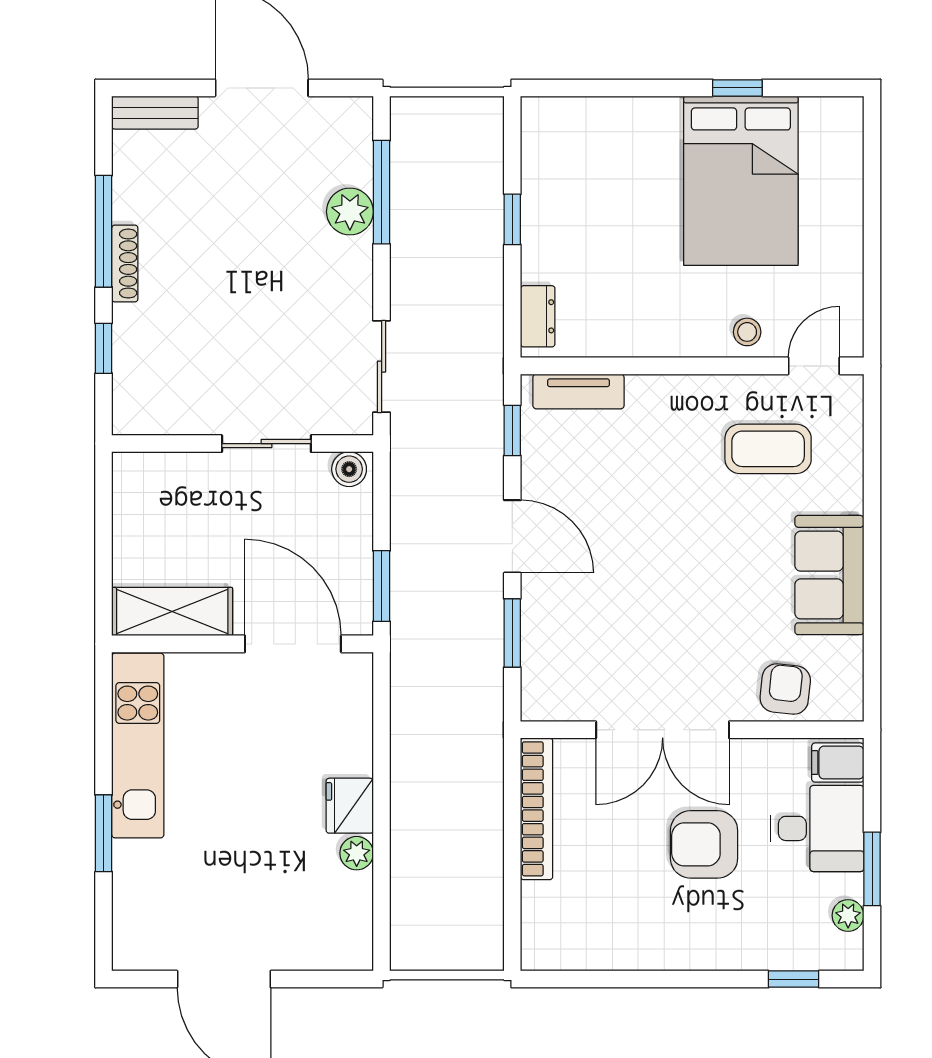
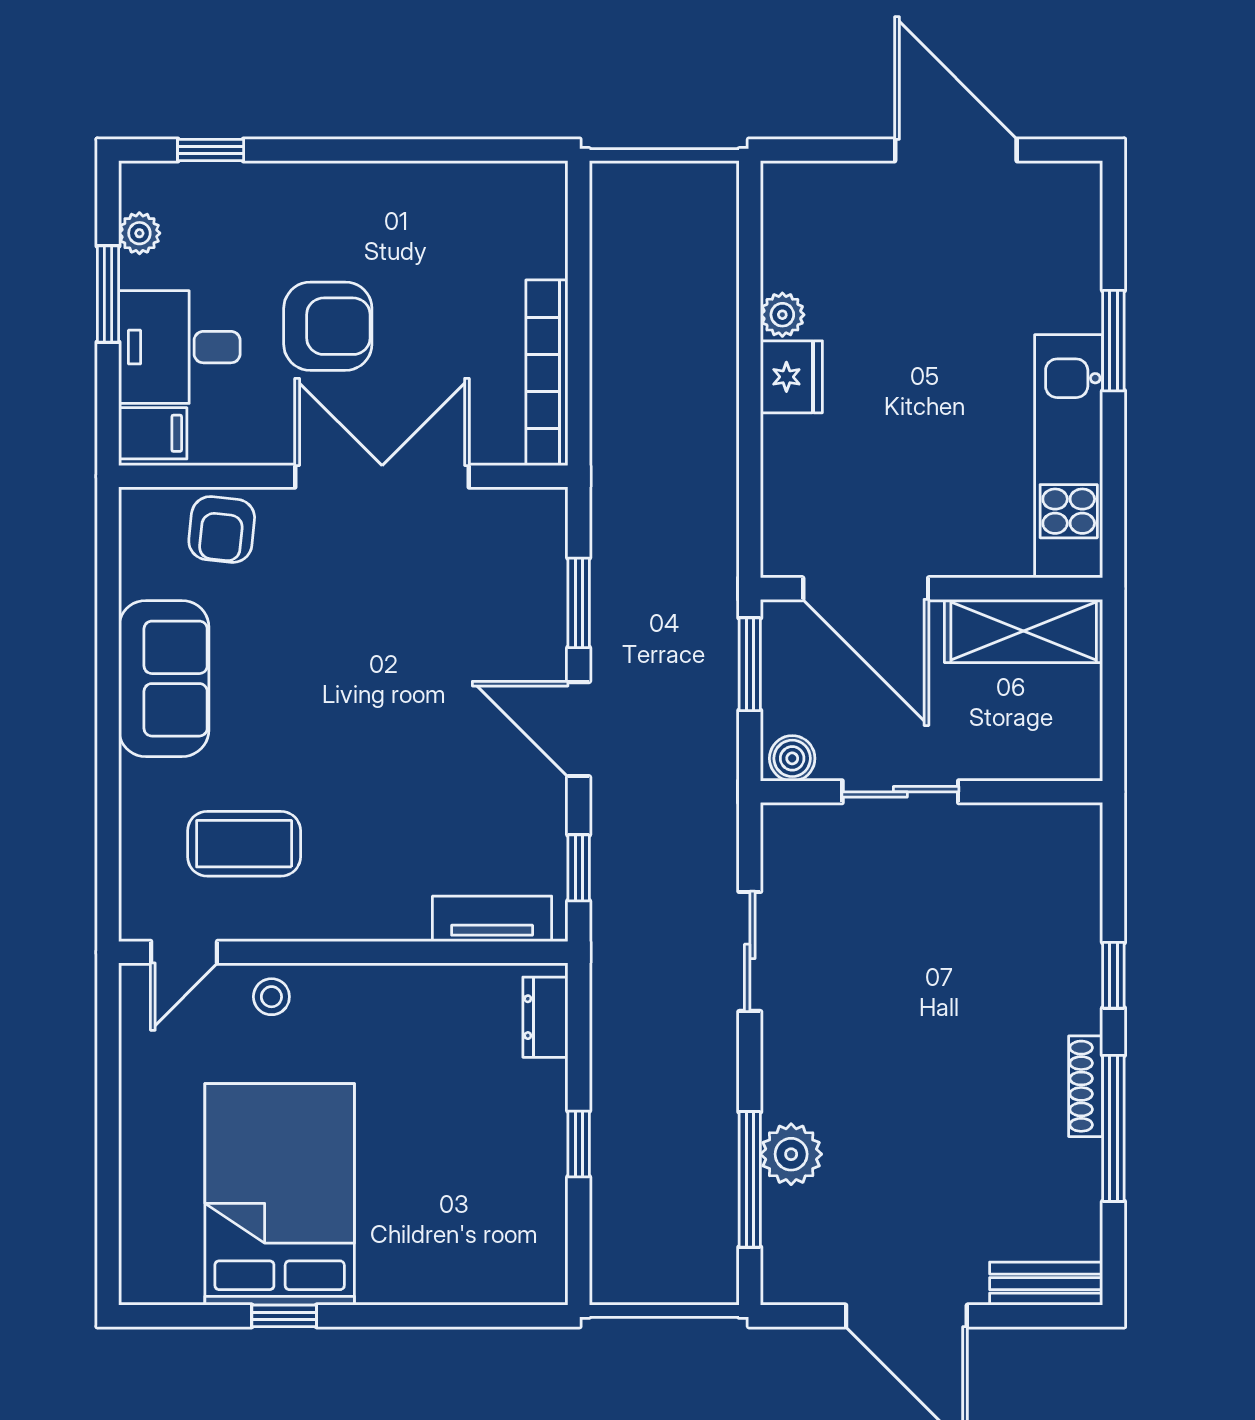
wall: (243, 444) -> (932, 792), moved
sliding door: (266, 444) -> (900, 792), moved
boiler: (349, 469) -> (792, 758), moved

